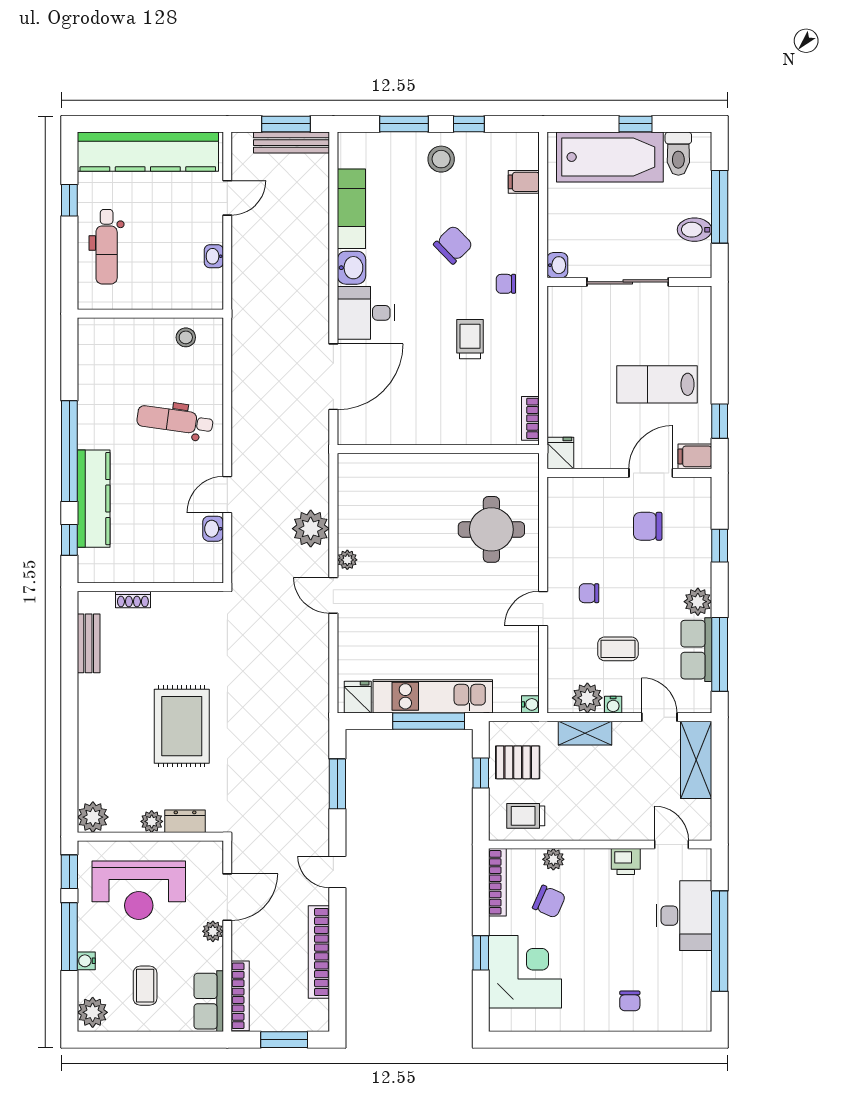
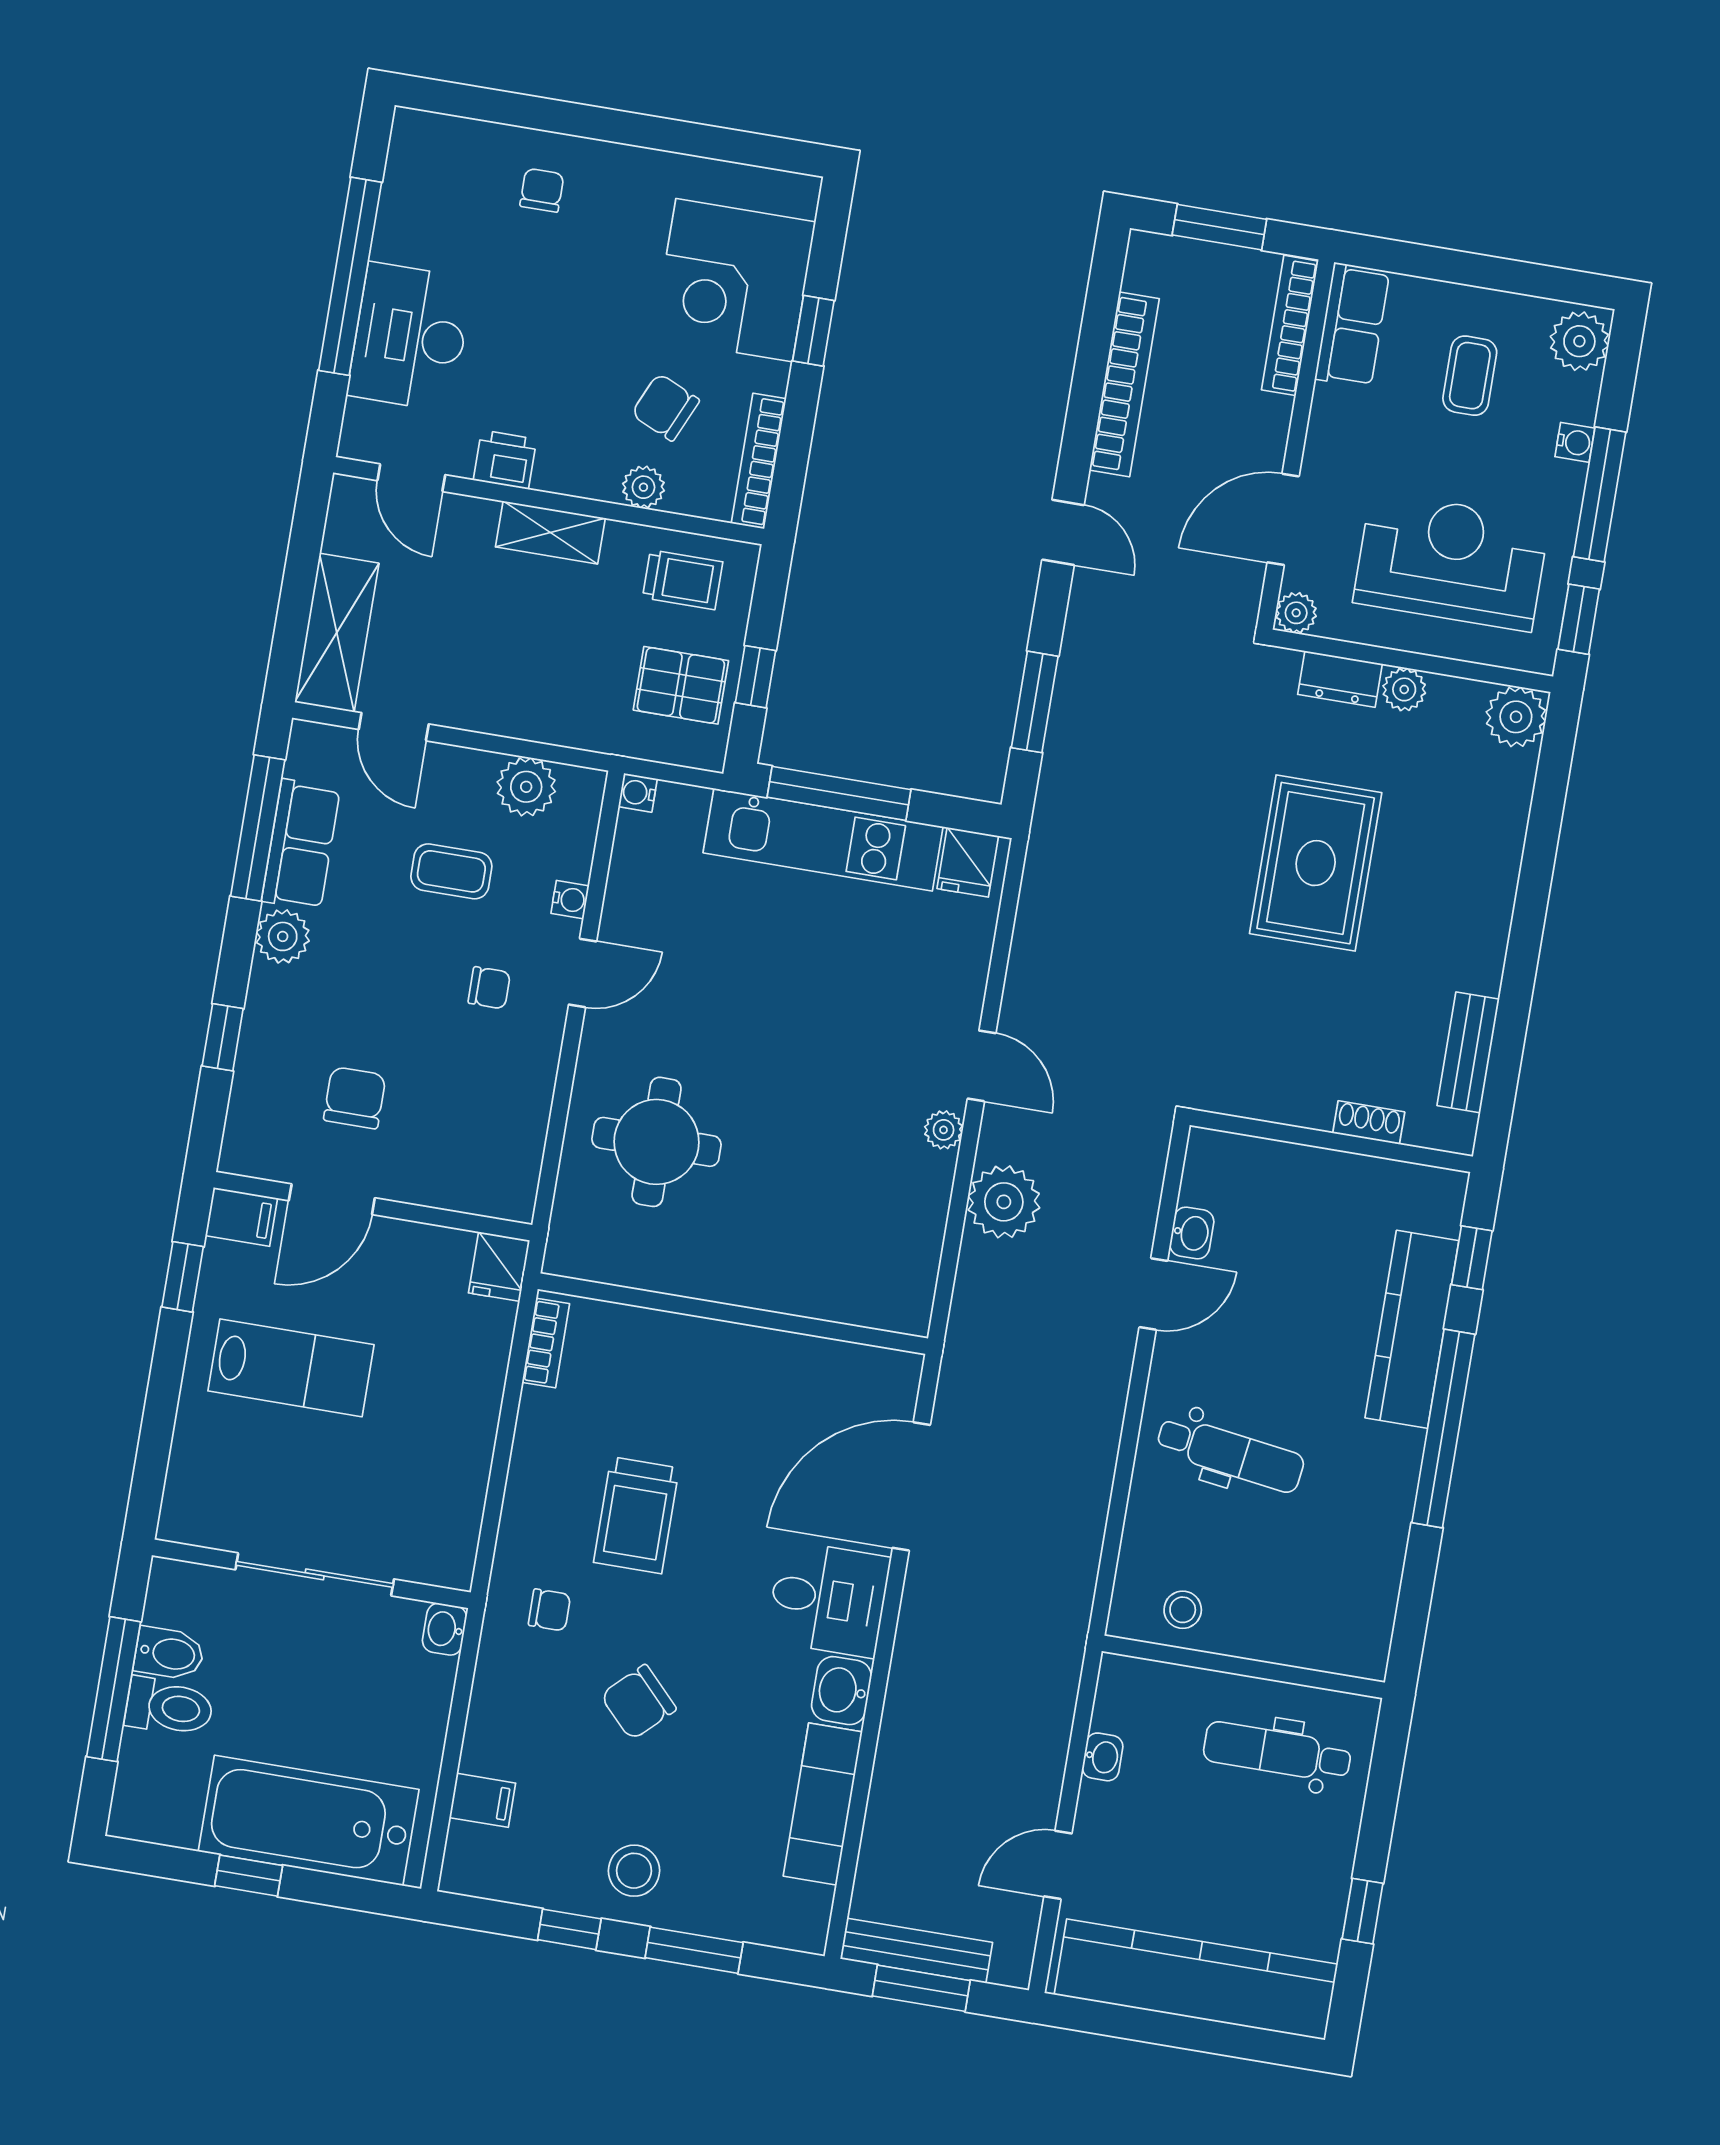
toilet: (678, 154) -> (169, 1707), moved, turned 90
dental chair: (107, 247) -> (1277, 1752), moved, turned -90
trolley: (470, 339) -> (636, 1515), width x1.36, depth x1.39
chair: (648, 526) -> (355, 1098), turned -90
water cooler: (613, 705) -> (570, 900), moved, turned 90
shelving: (585, 733) -> (550, 532), moved
plant: (213, 931) -> (1296, 613), moved

